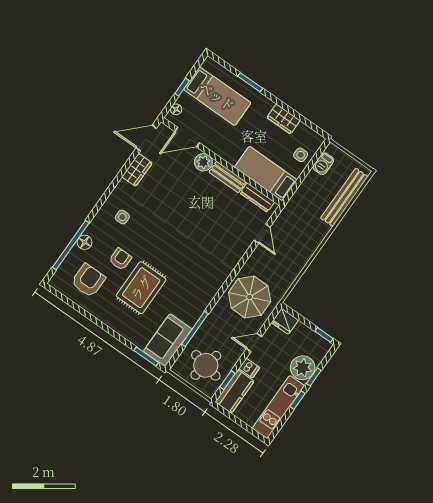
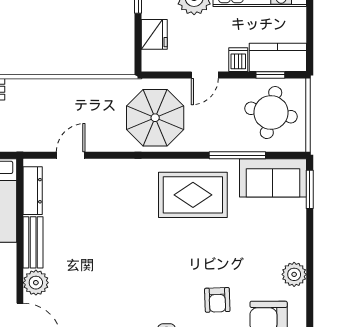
armchair: (120, 259) -> (217, 300), turned -92
rug: (141, 288) -> (193, 195), moved
plant: (104, 313) -> (294, 274), added
fridge: (285, 321) -> (154, 34), moved
door: (254, 343) -> (205, 75), hinge flipped

